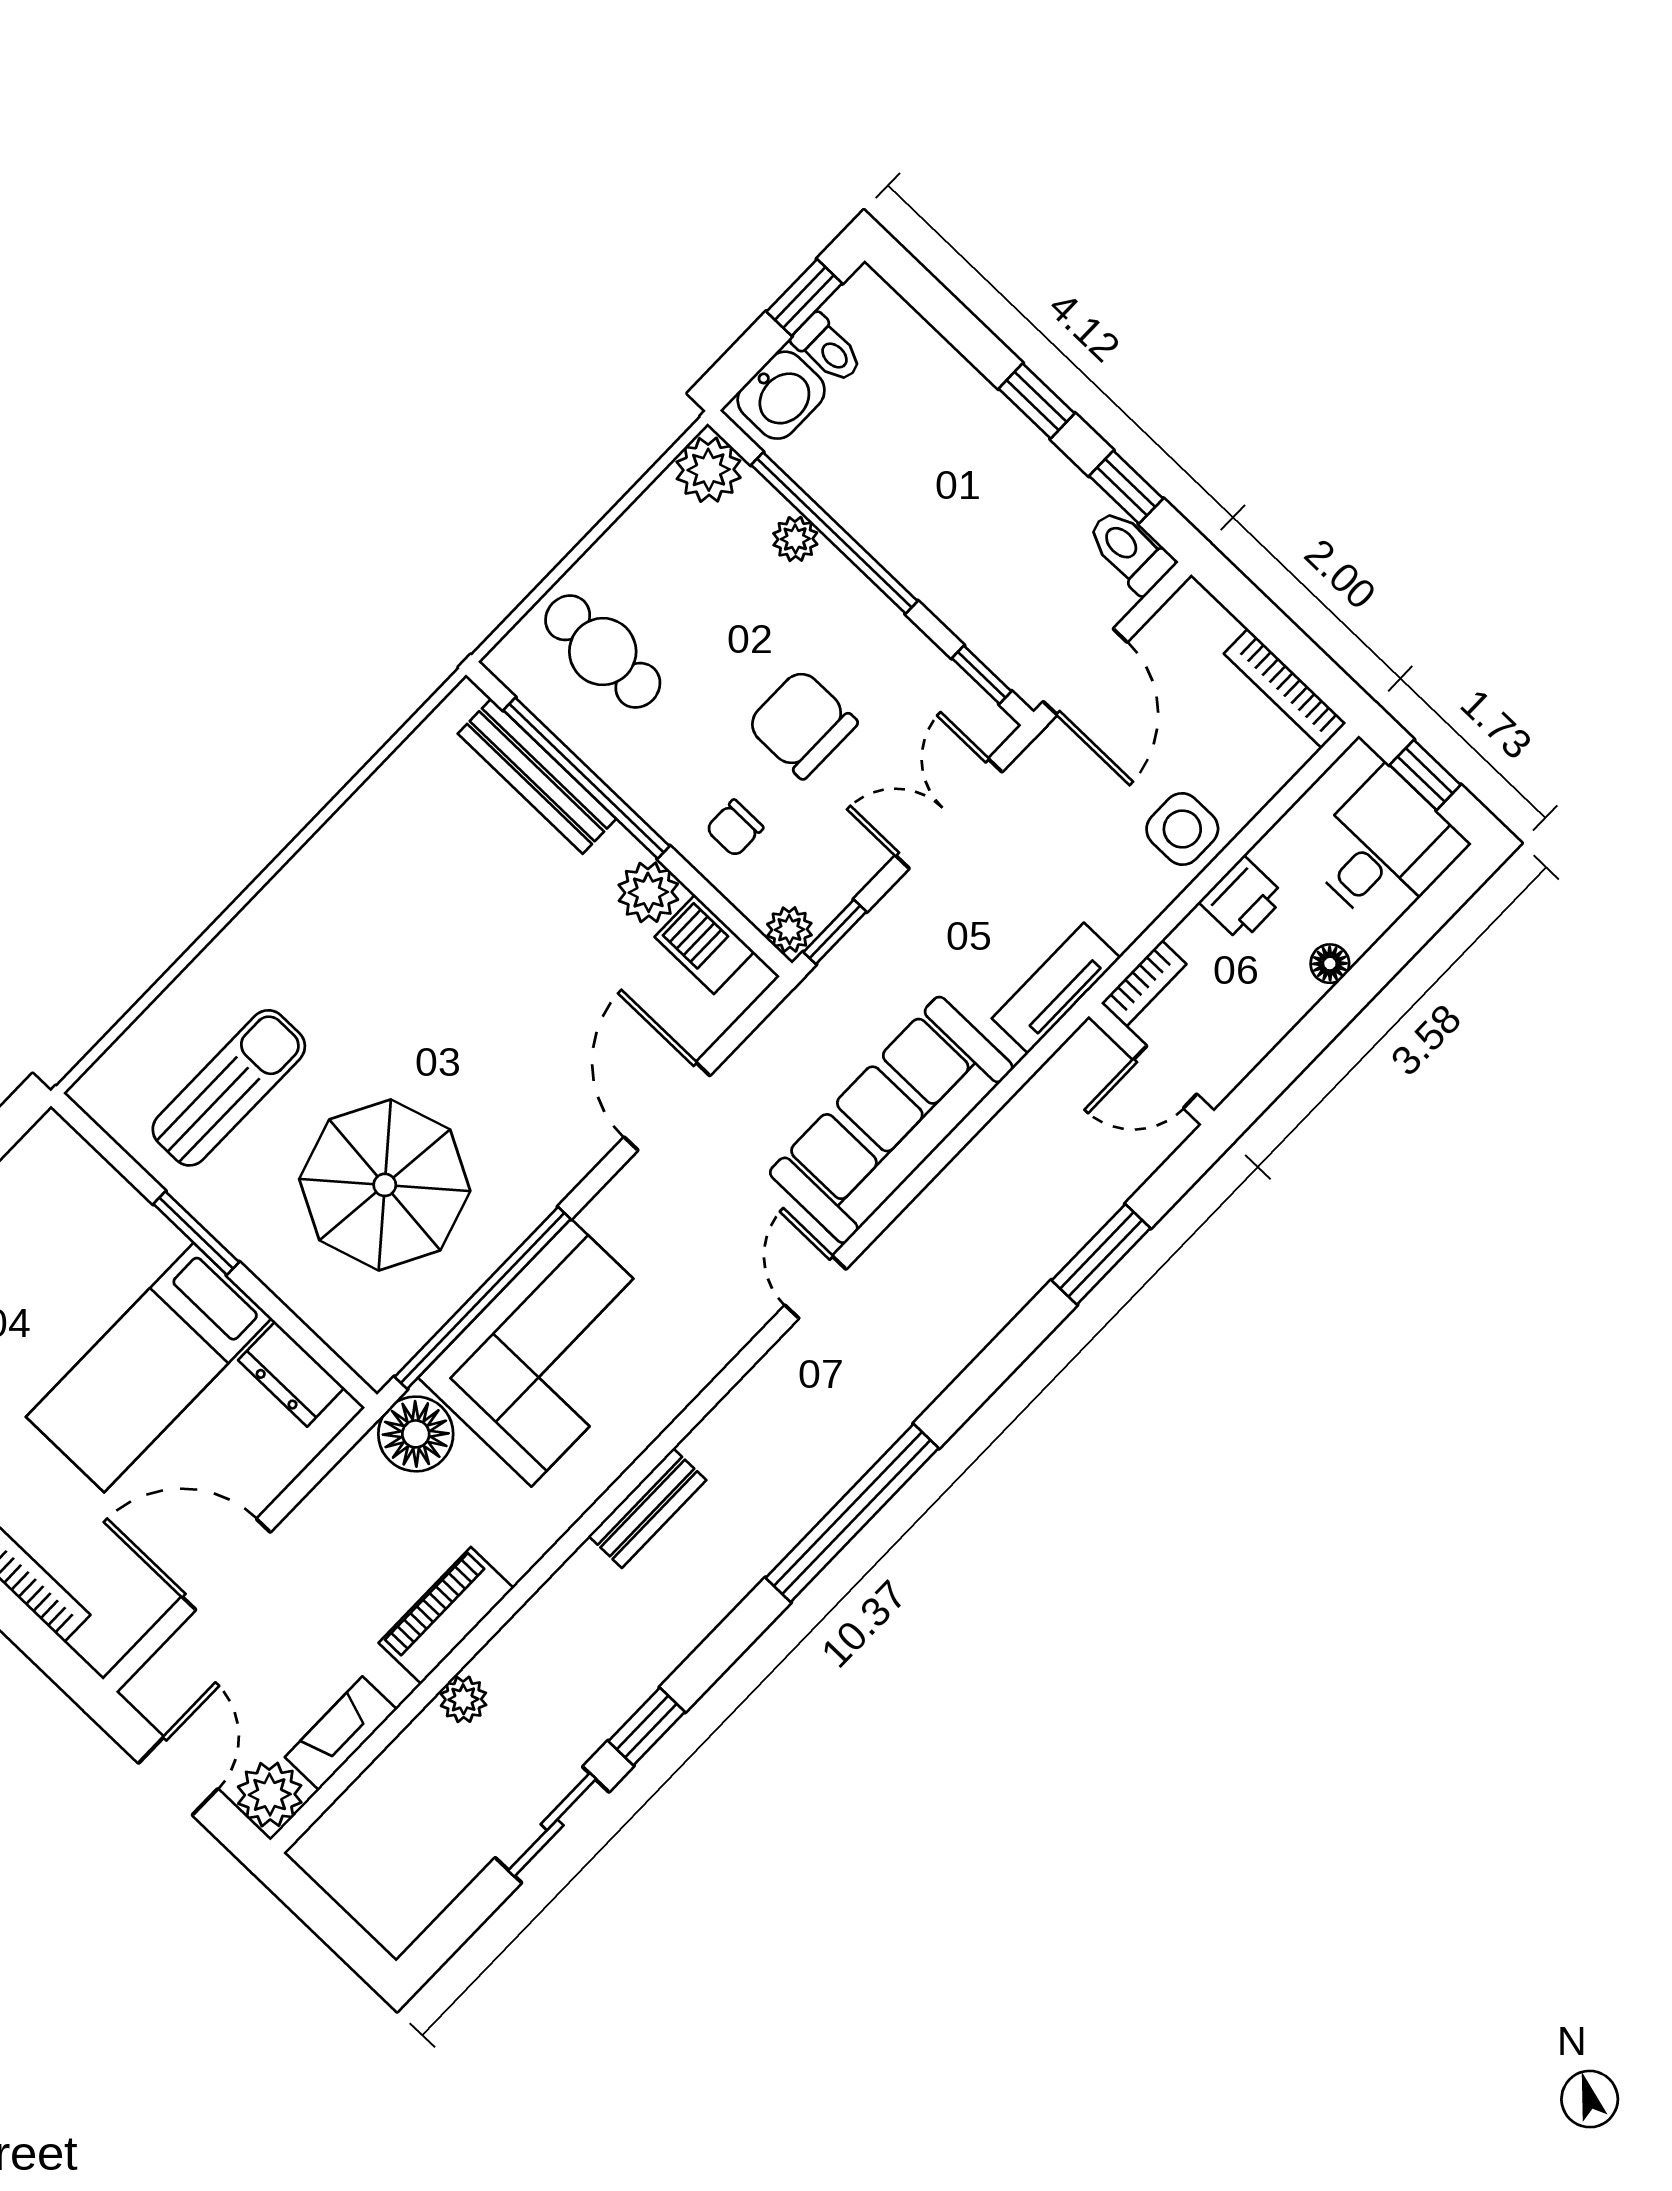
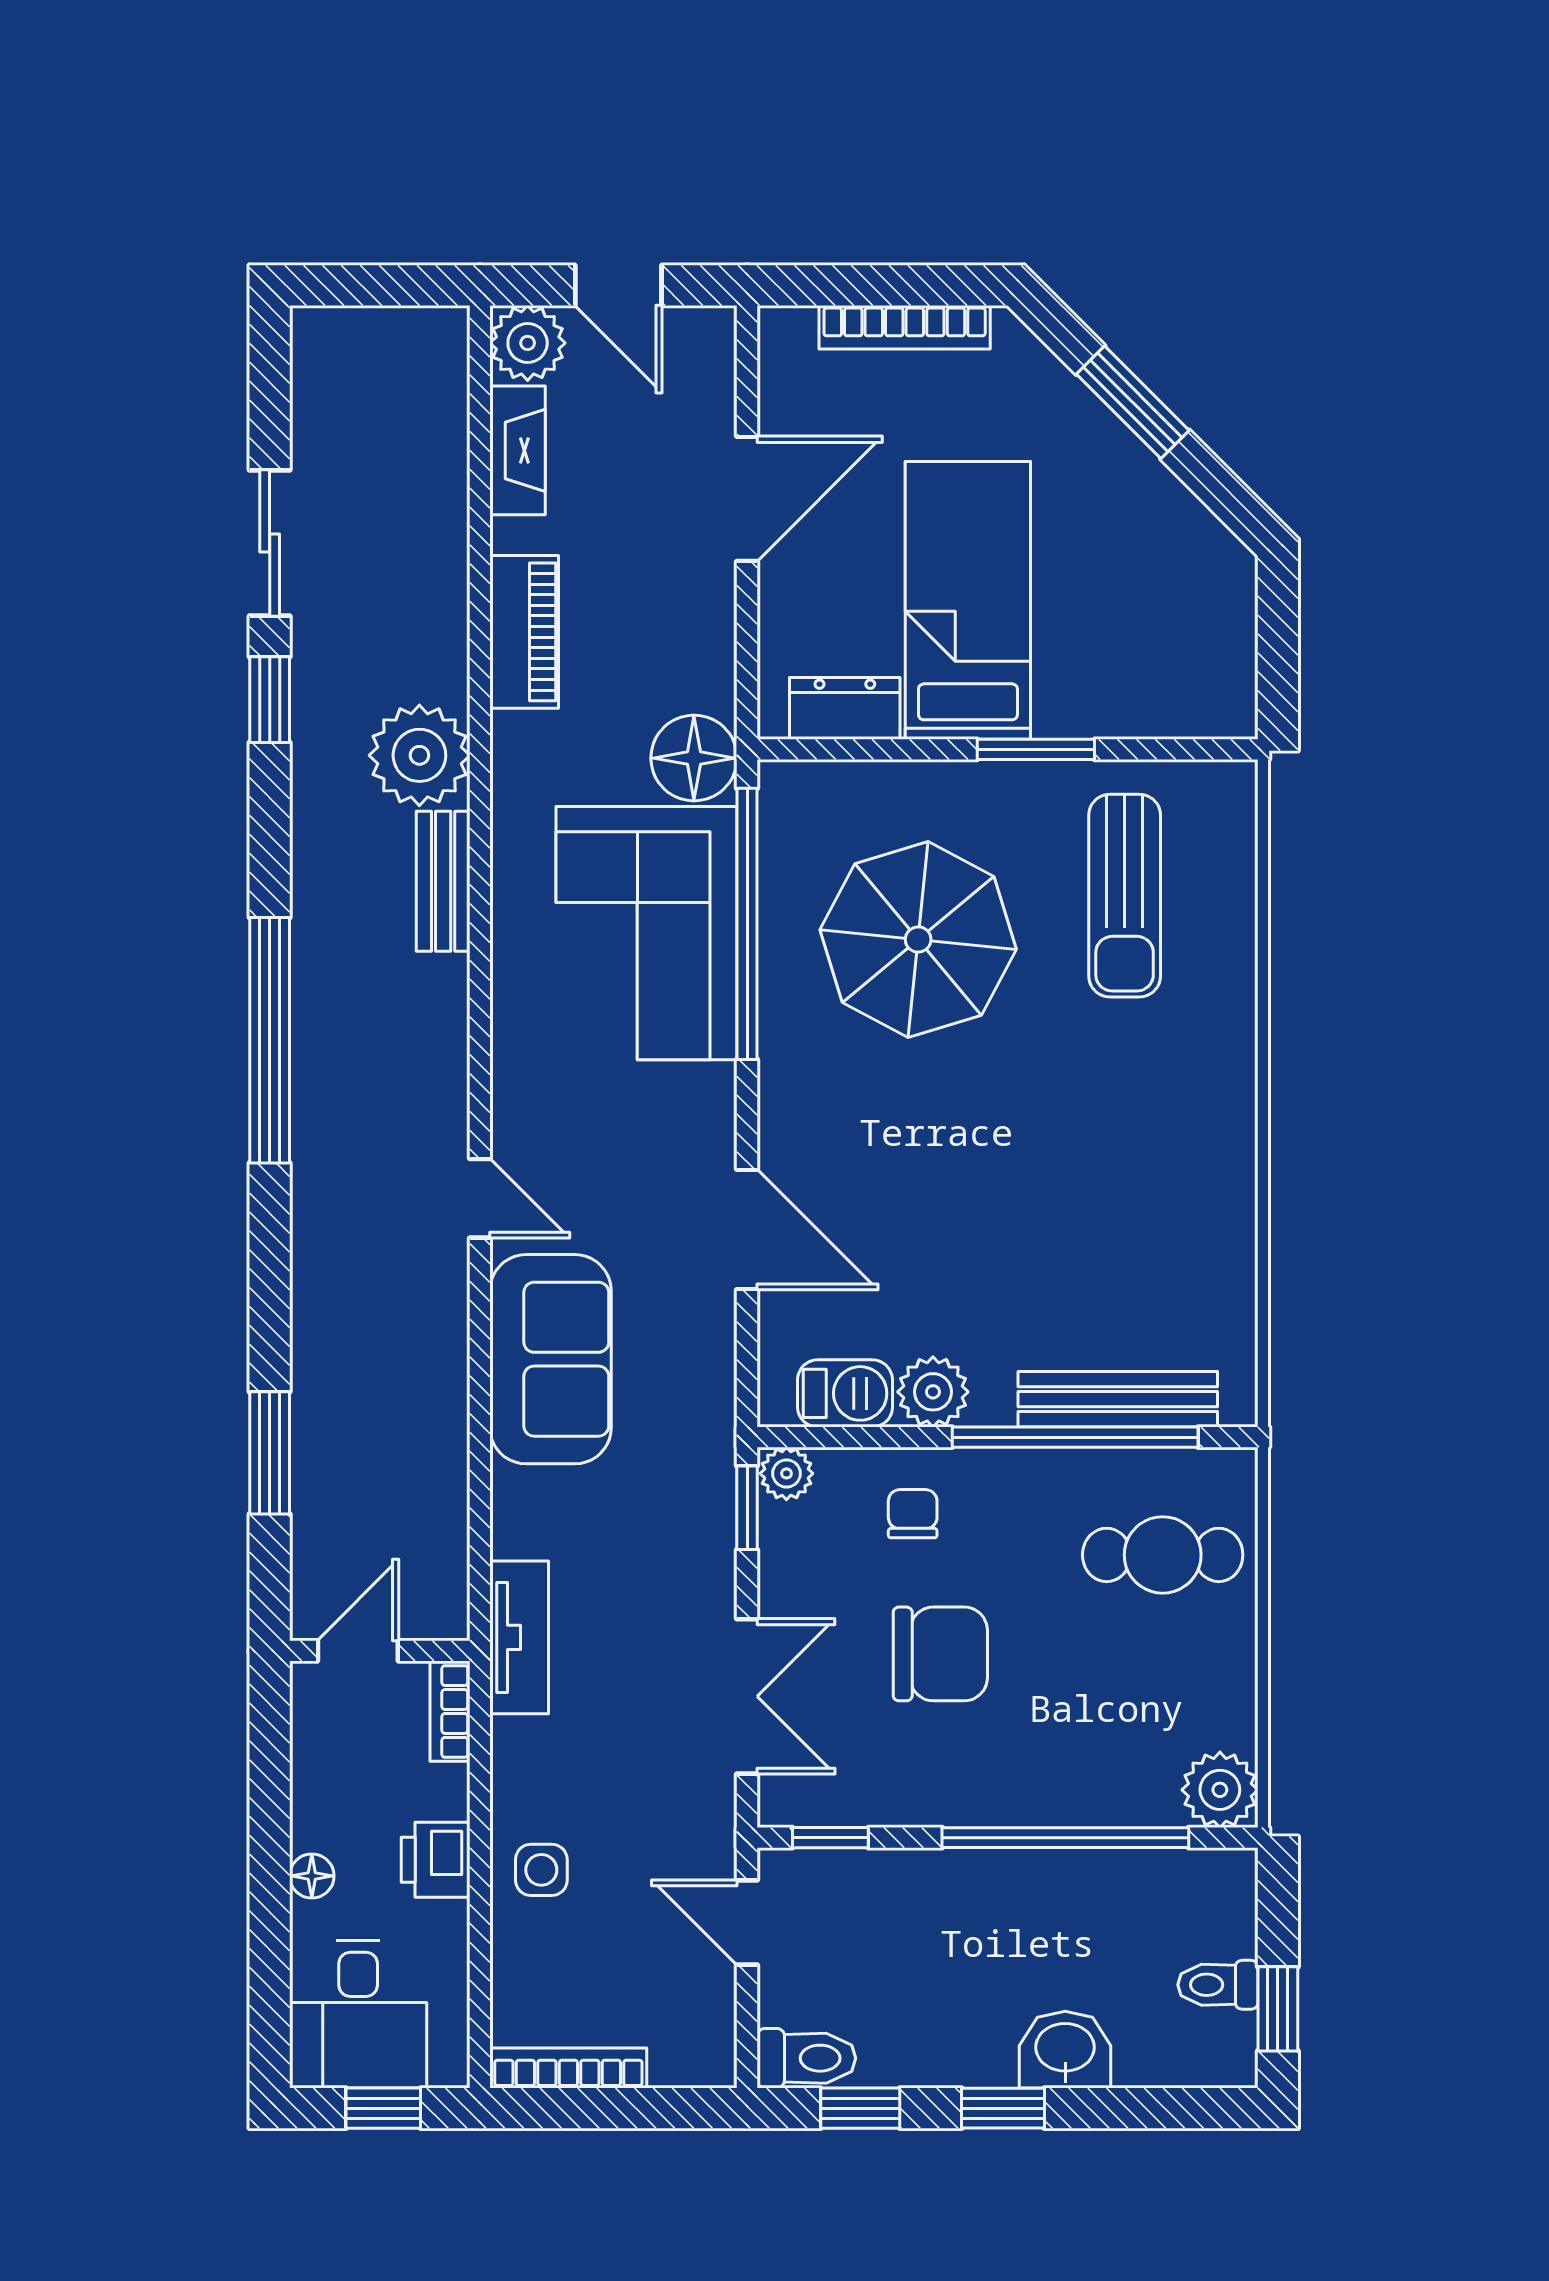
washbasin: (781, 395) -> (1065, 2050), moved, turned 90
plant: (795, 539) -> (1093, 1802), removed
door: (1085, 672) -> (747, 1923), width x0.73
side table: (1182, 829) -> (541, 1870), width x0.73, depth x0.73
sofa: (891, 1120) -> (551, 1359), width x0.73
plant: (463, 1699) -> (419, 755), moved, width x1.87, depth x1.87

